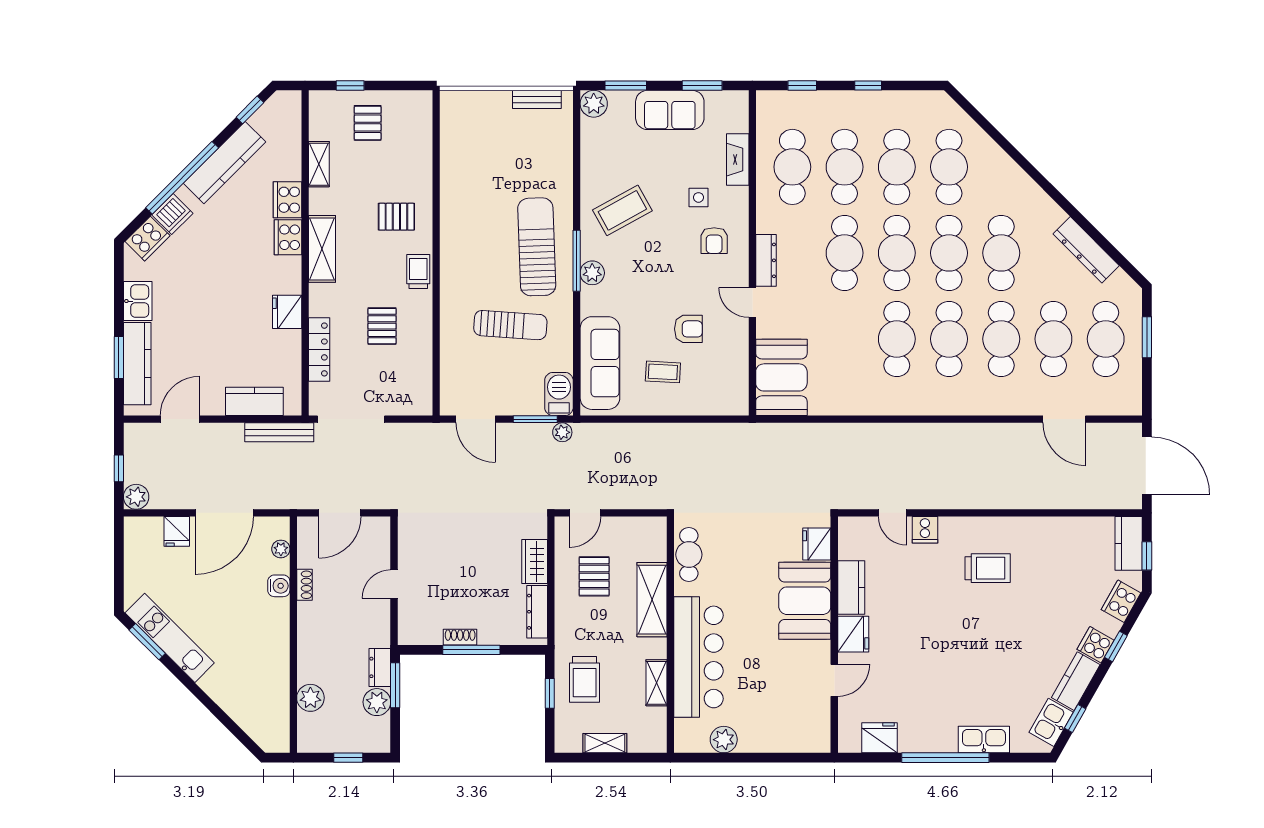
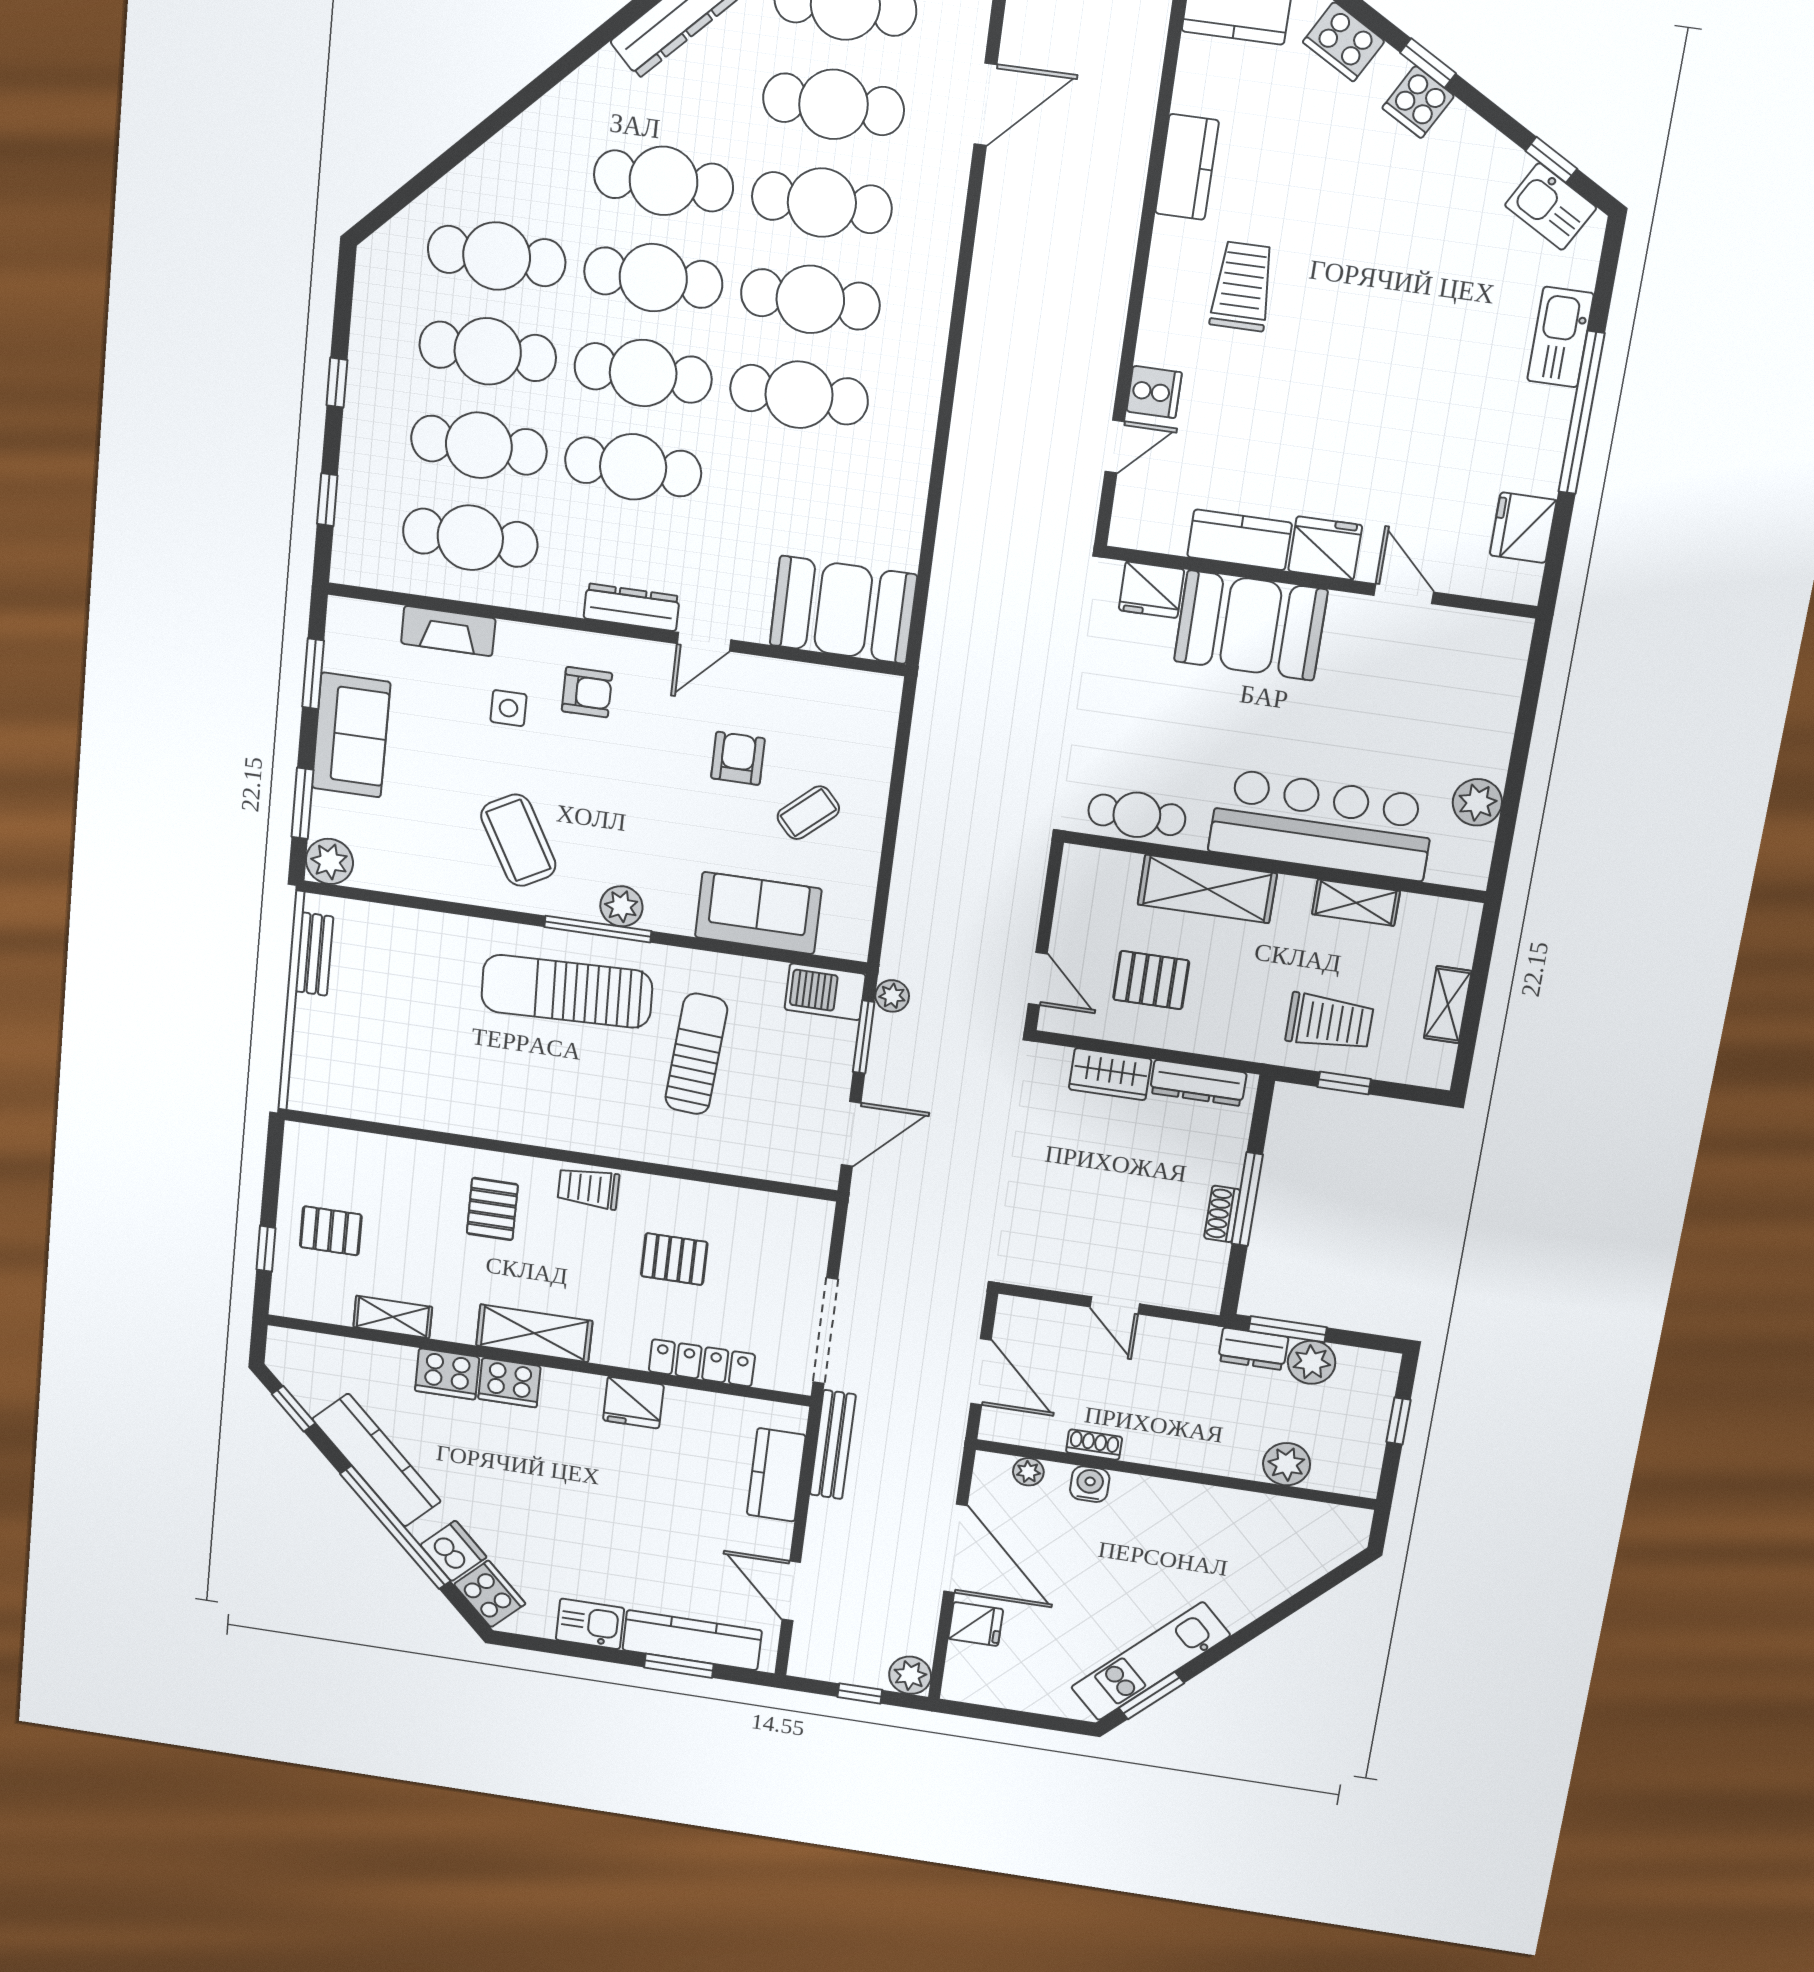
sofa: (600, 363) -> (758, 913), width x0.73
coffee table: (663, 372) -> (808, 813), turned 45
kitchen counter: (1076, 681) -> (1187, 167), moved, turned -120

